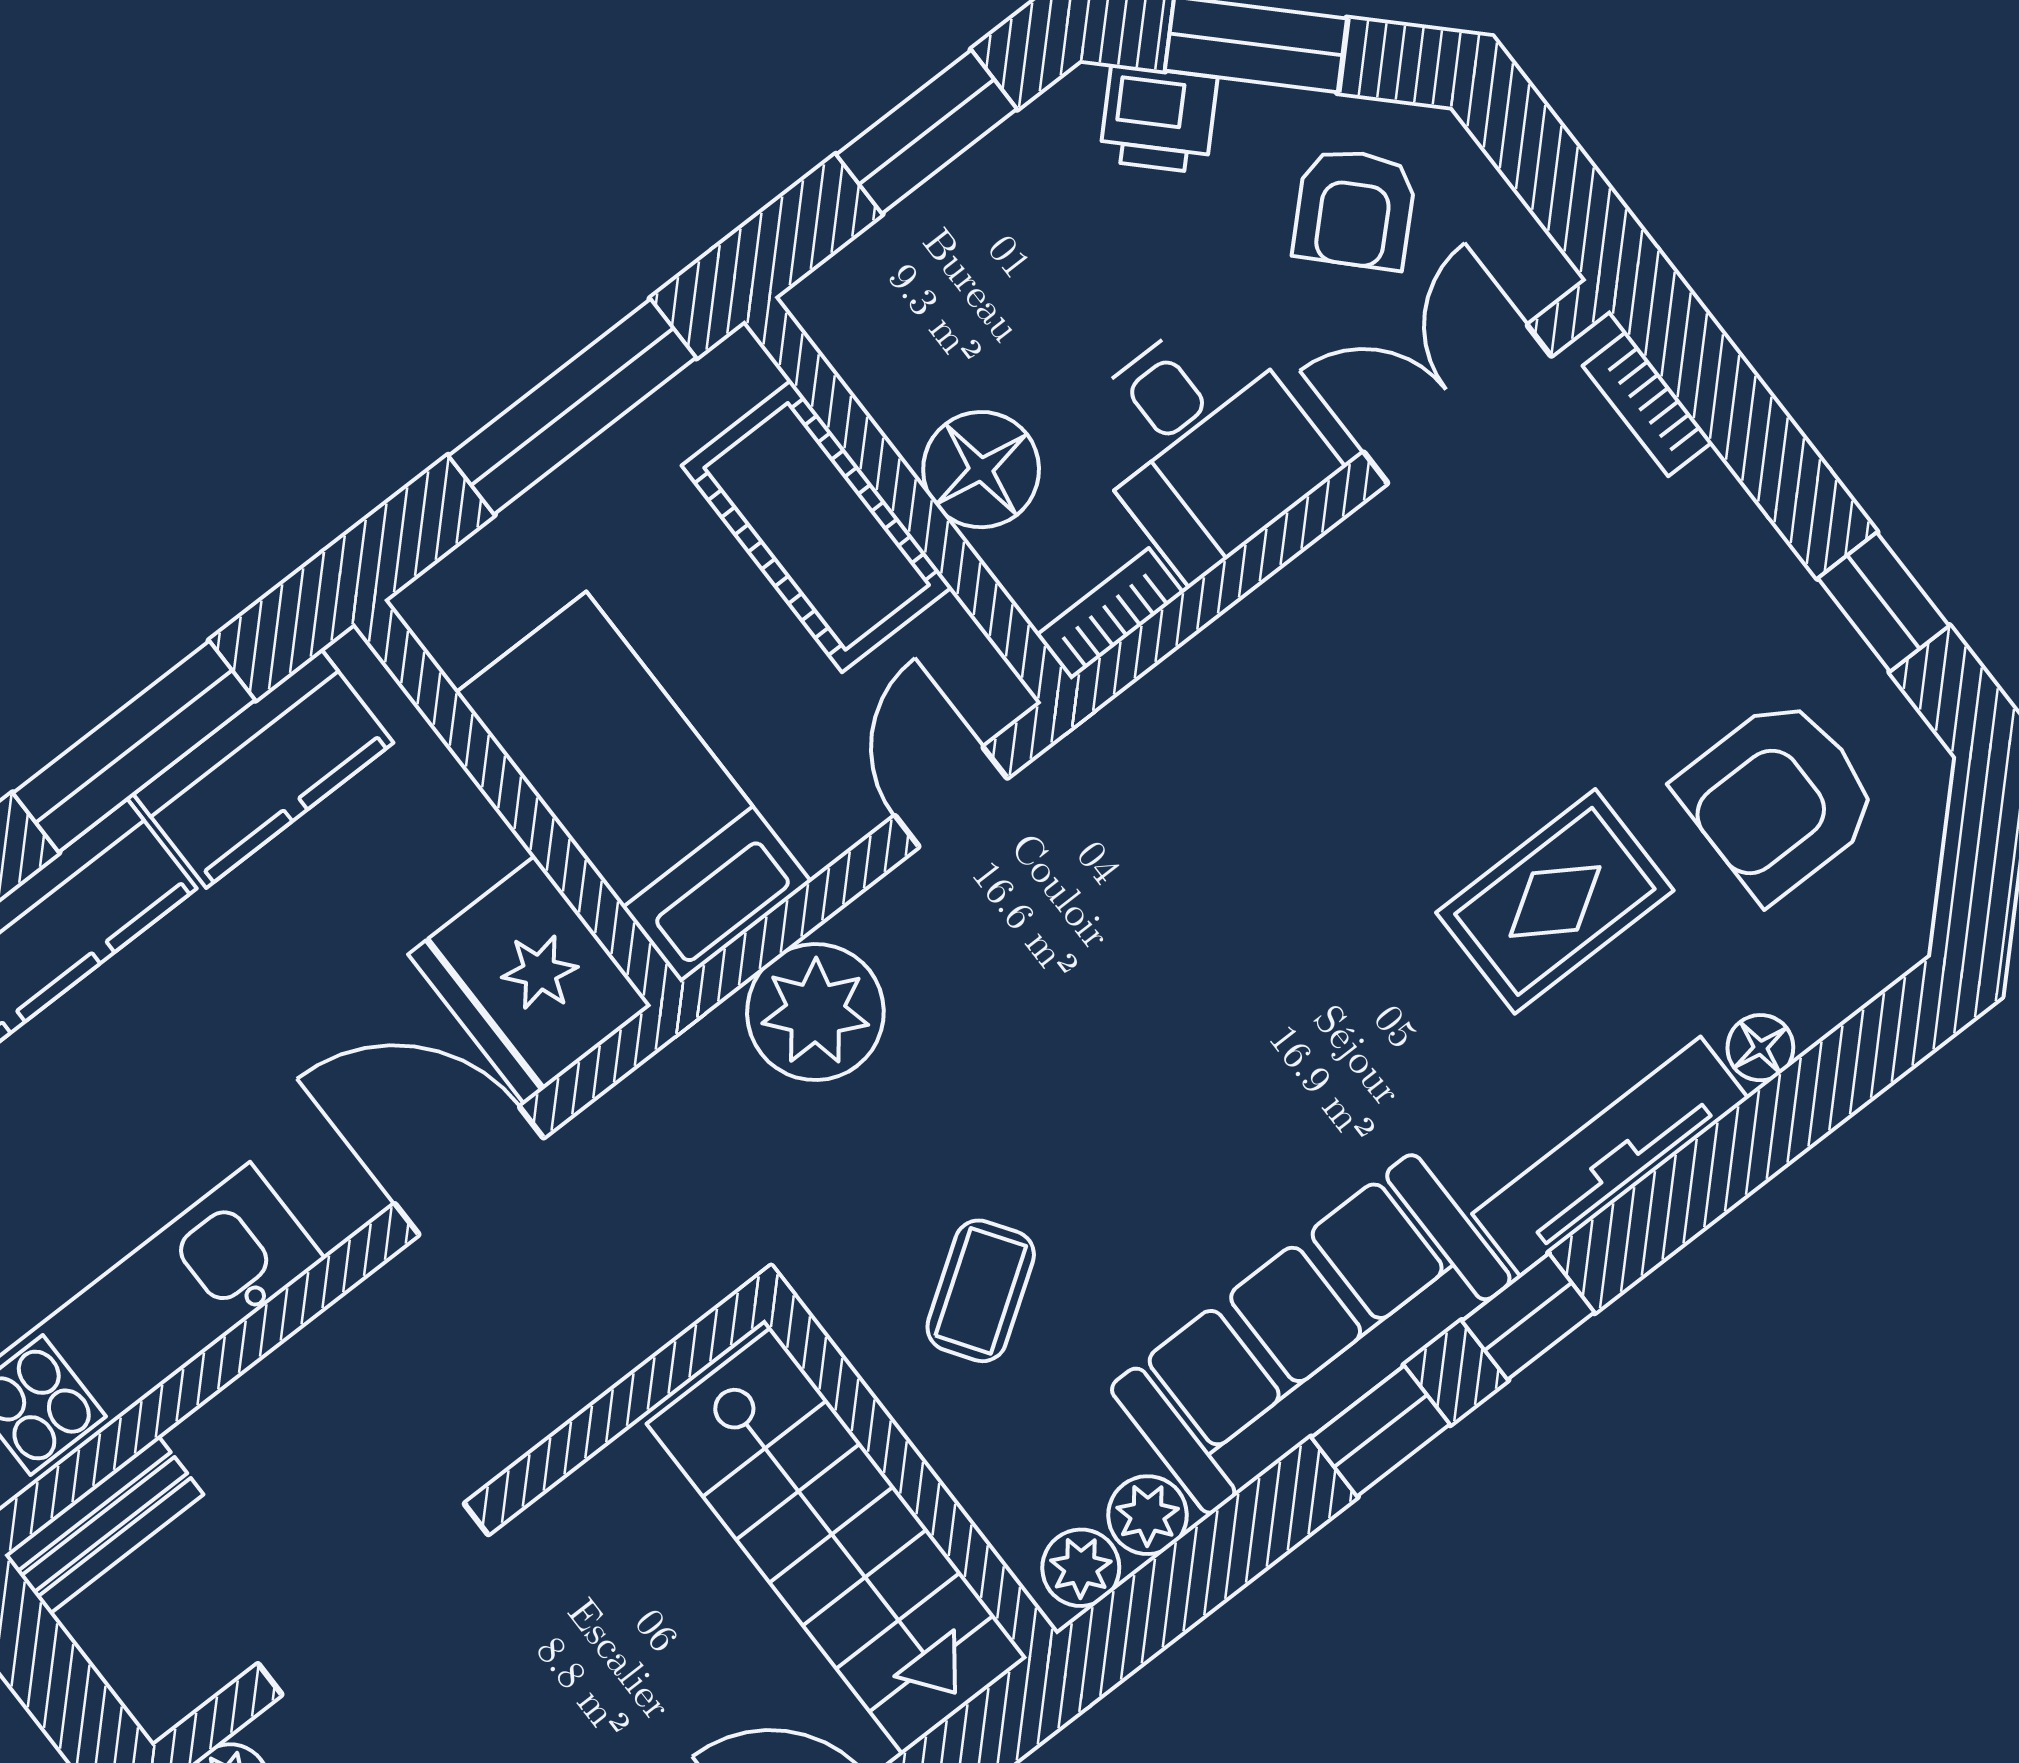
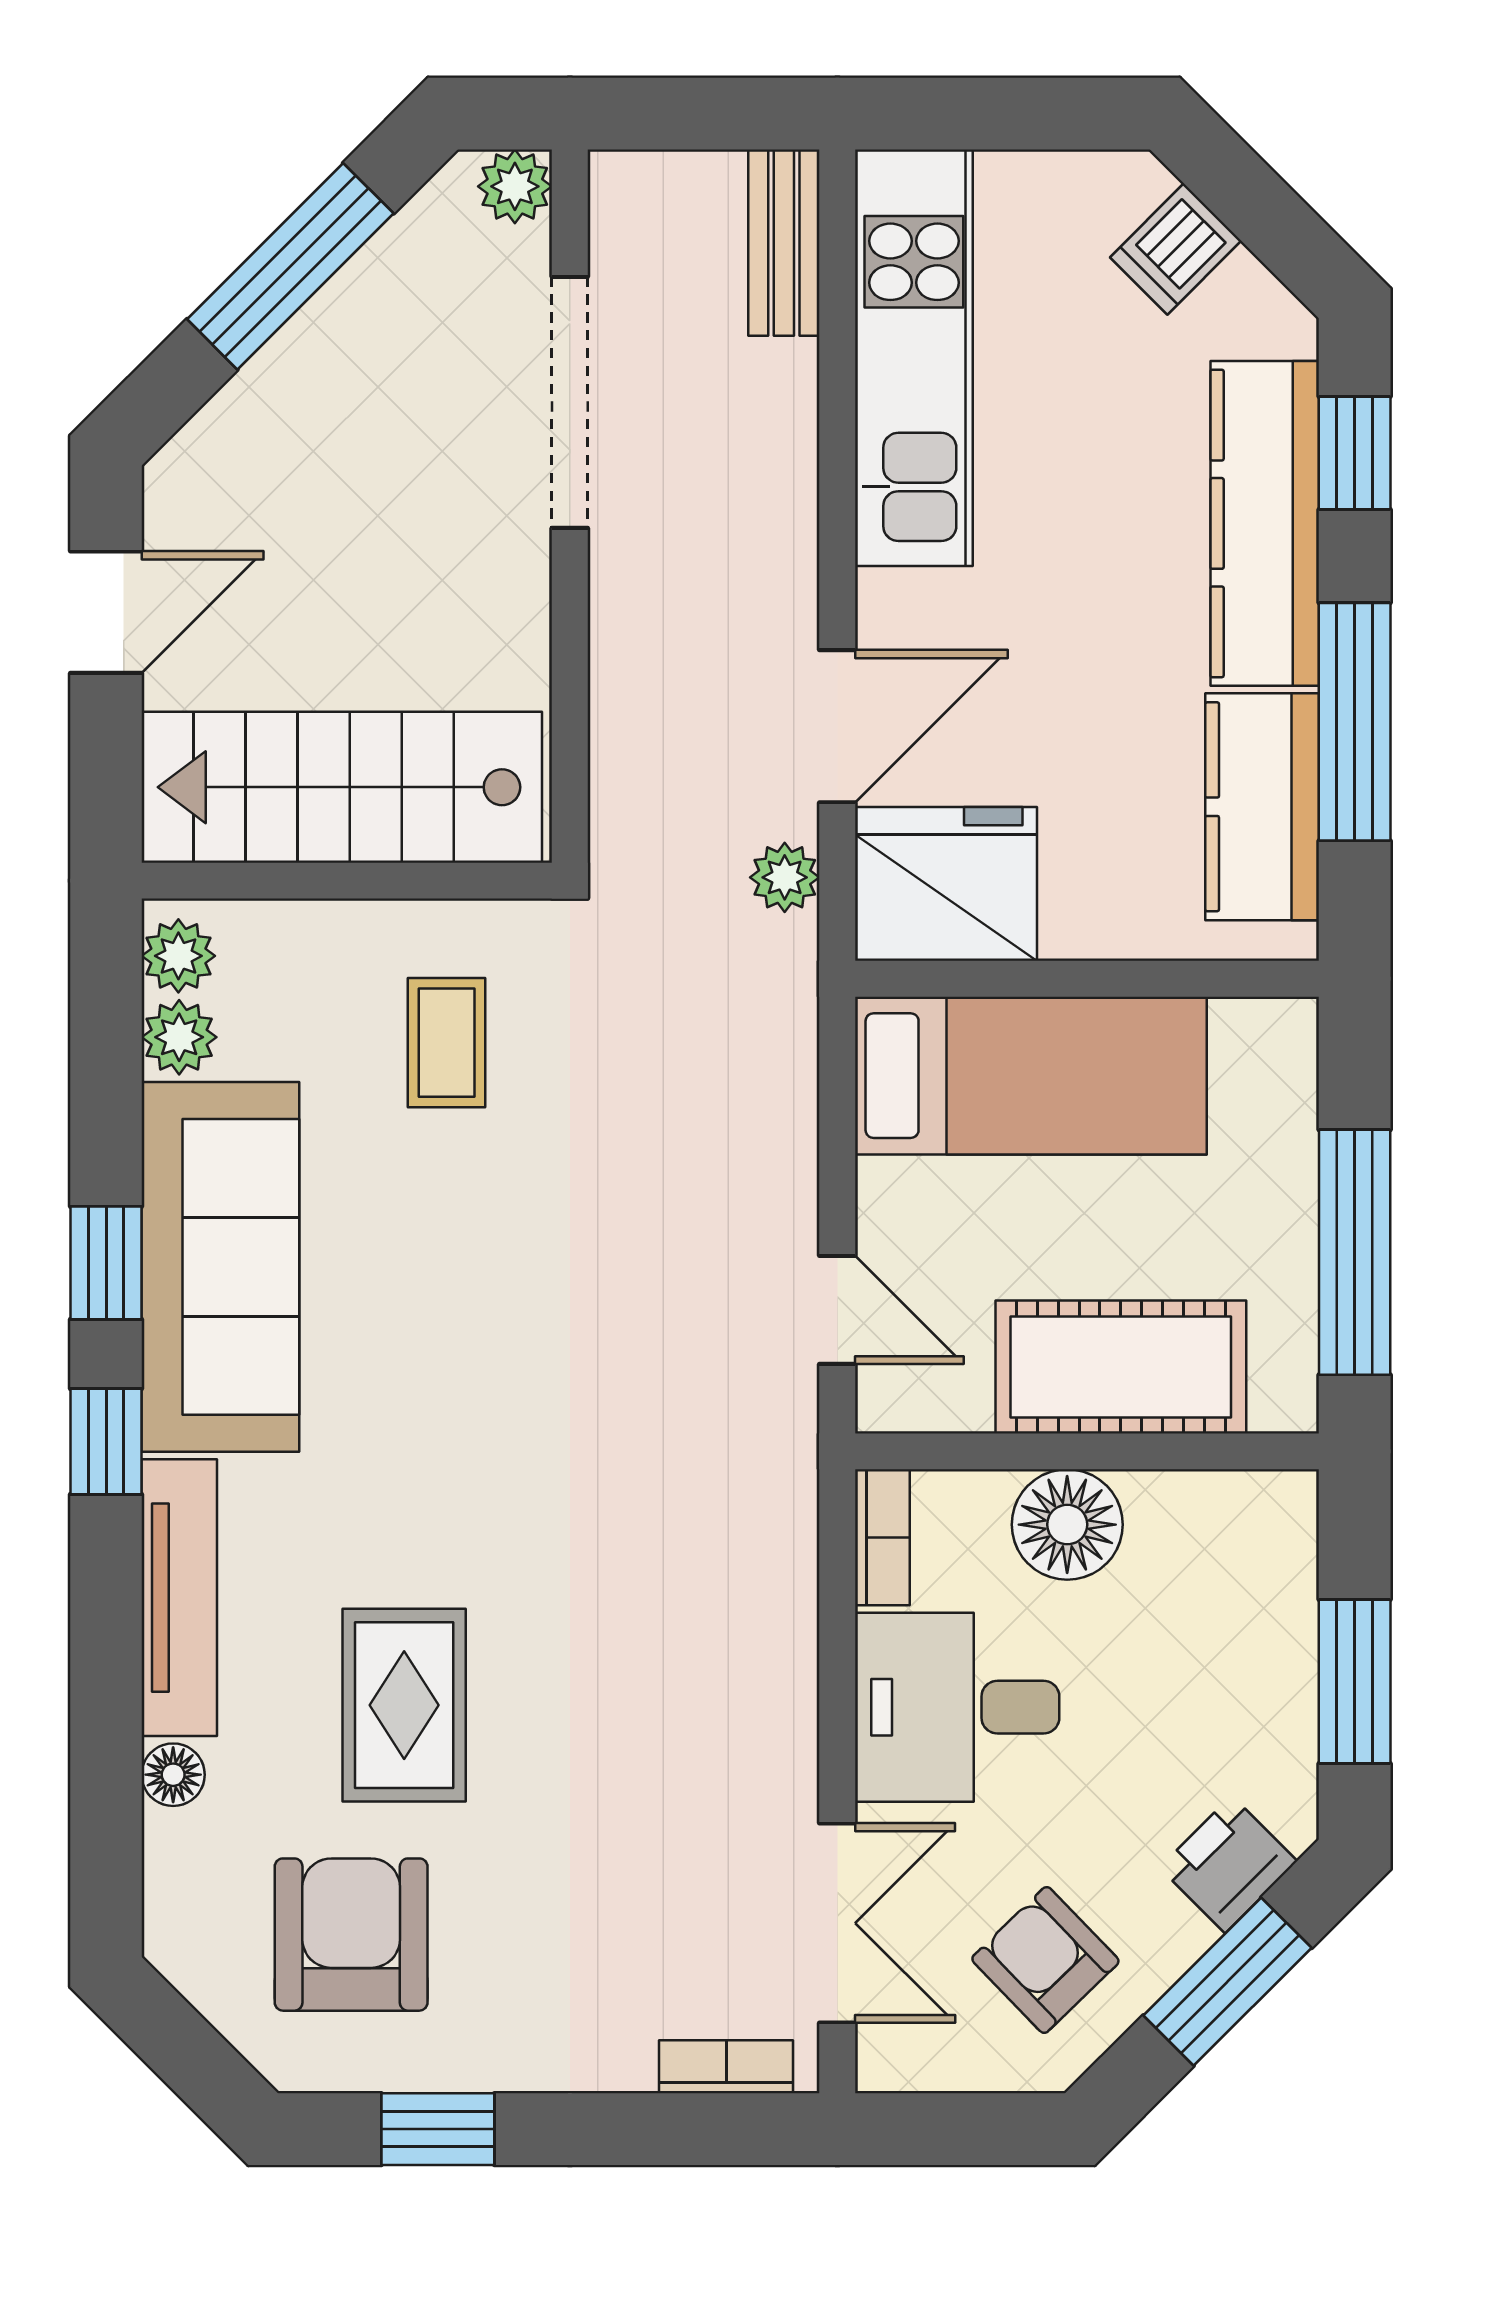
plant: (815, 1012) -> (785, 877), moved, width x0.53, depth x0.53
coffee table: (981, 1291) -> (447, 1043), turned 34

